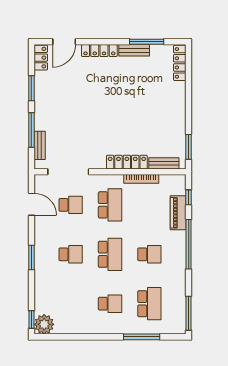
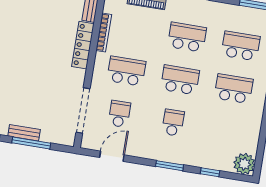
bench: (40, 145) -> (24, 133), moved
school desk: (149, 254) -> (187, 37), width x1.85
school desk: (110, 304) -> (234, 89), width x1.85
window: (31, 320) -> (210, 172), moved

